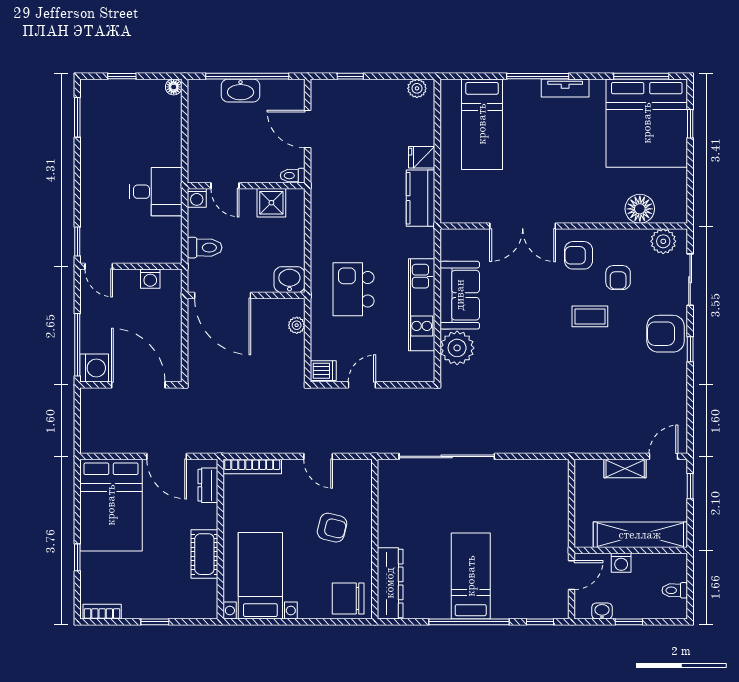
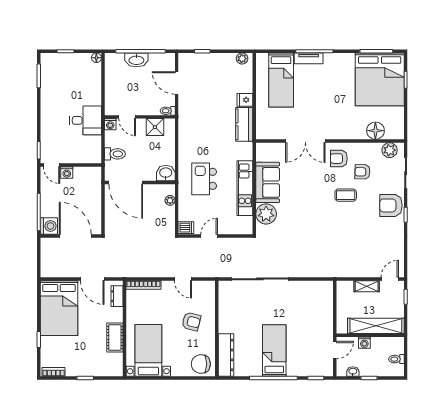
tv unit: (565, 88) -> (309, 58), moved
armchair: (618, 278) -> (362, 172), turned 92
washing machine: (150, 279) -> (67, 173), moved

